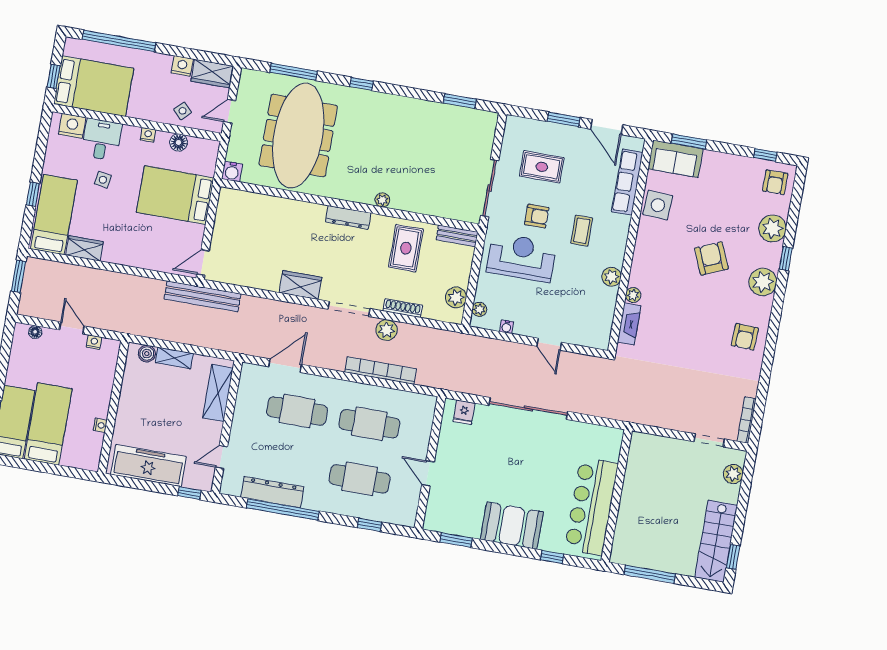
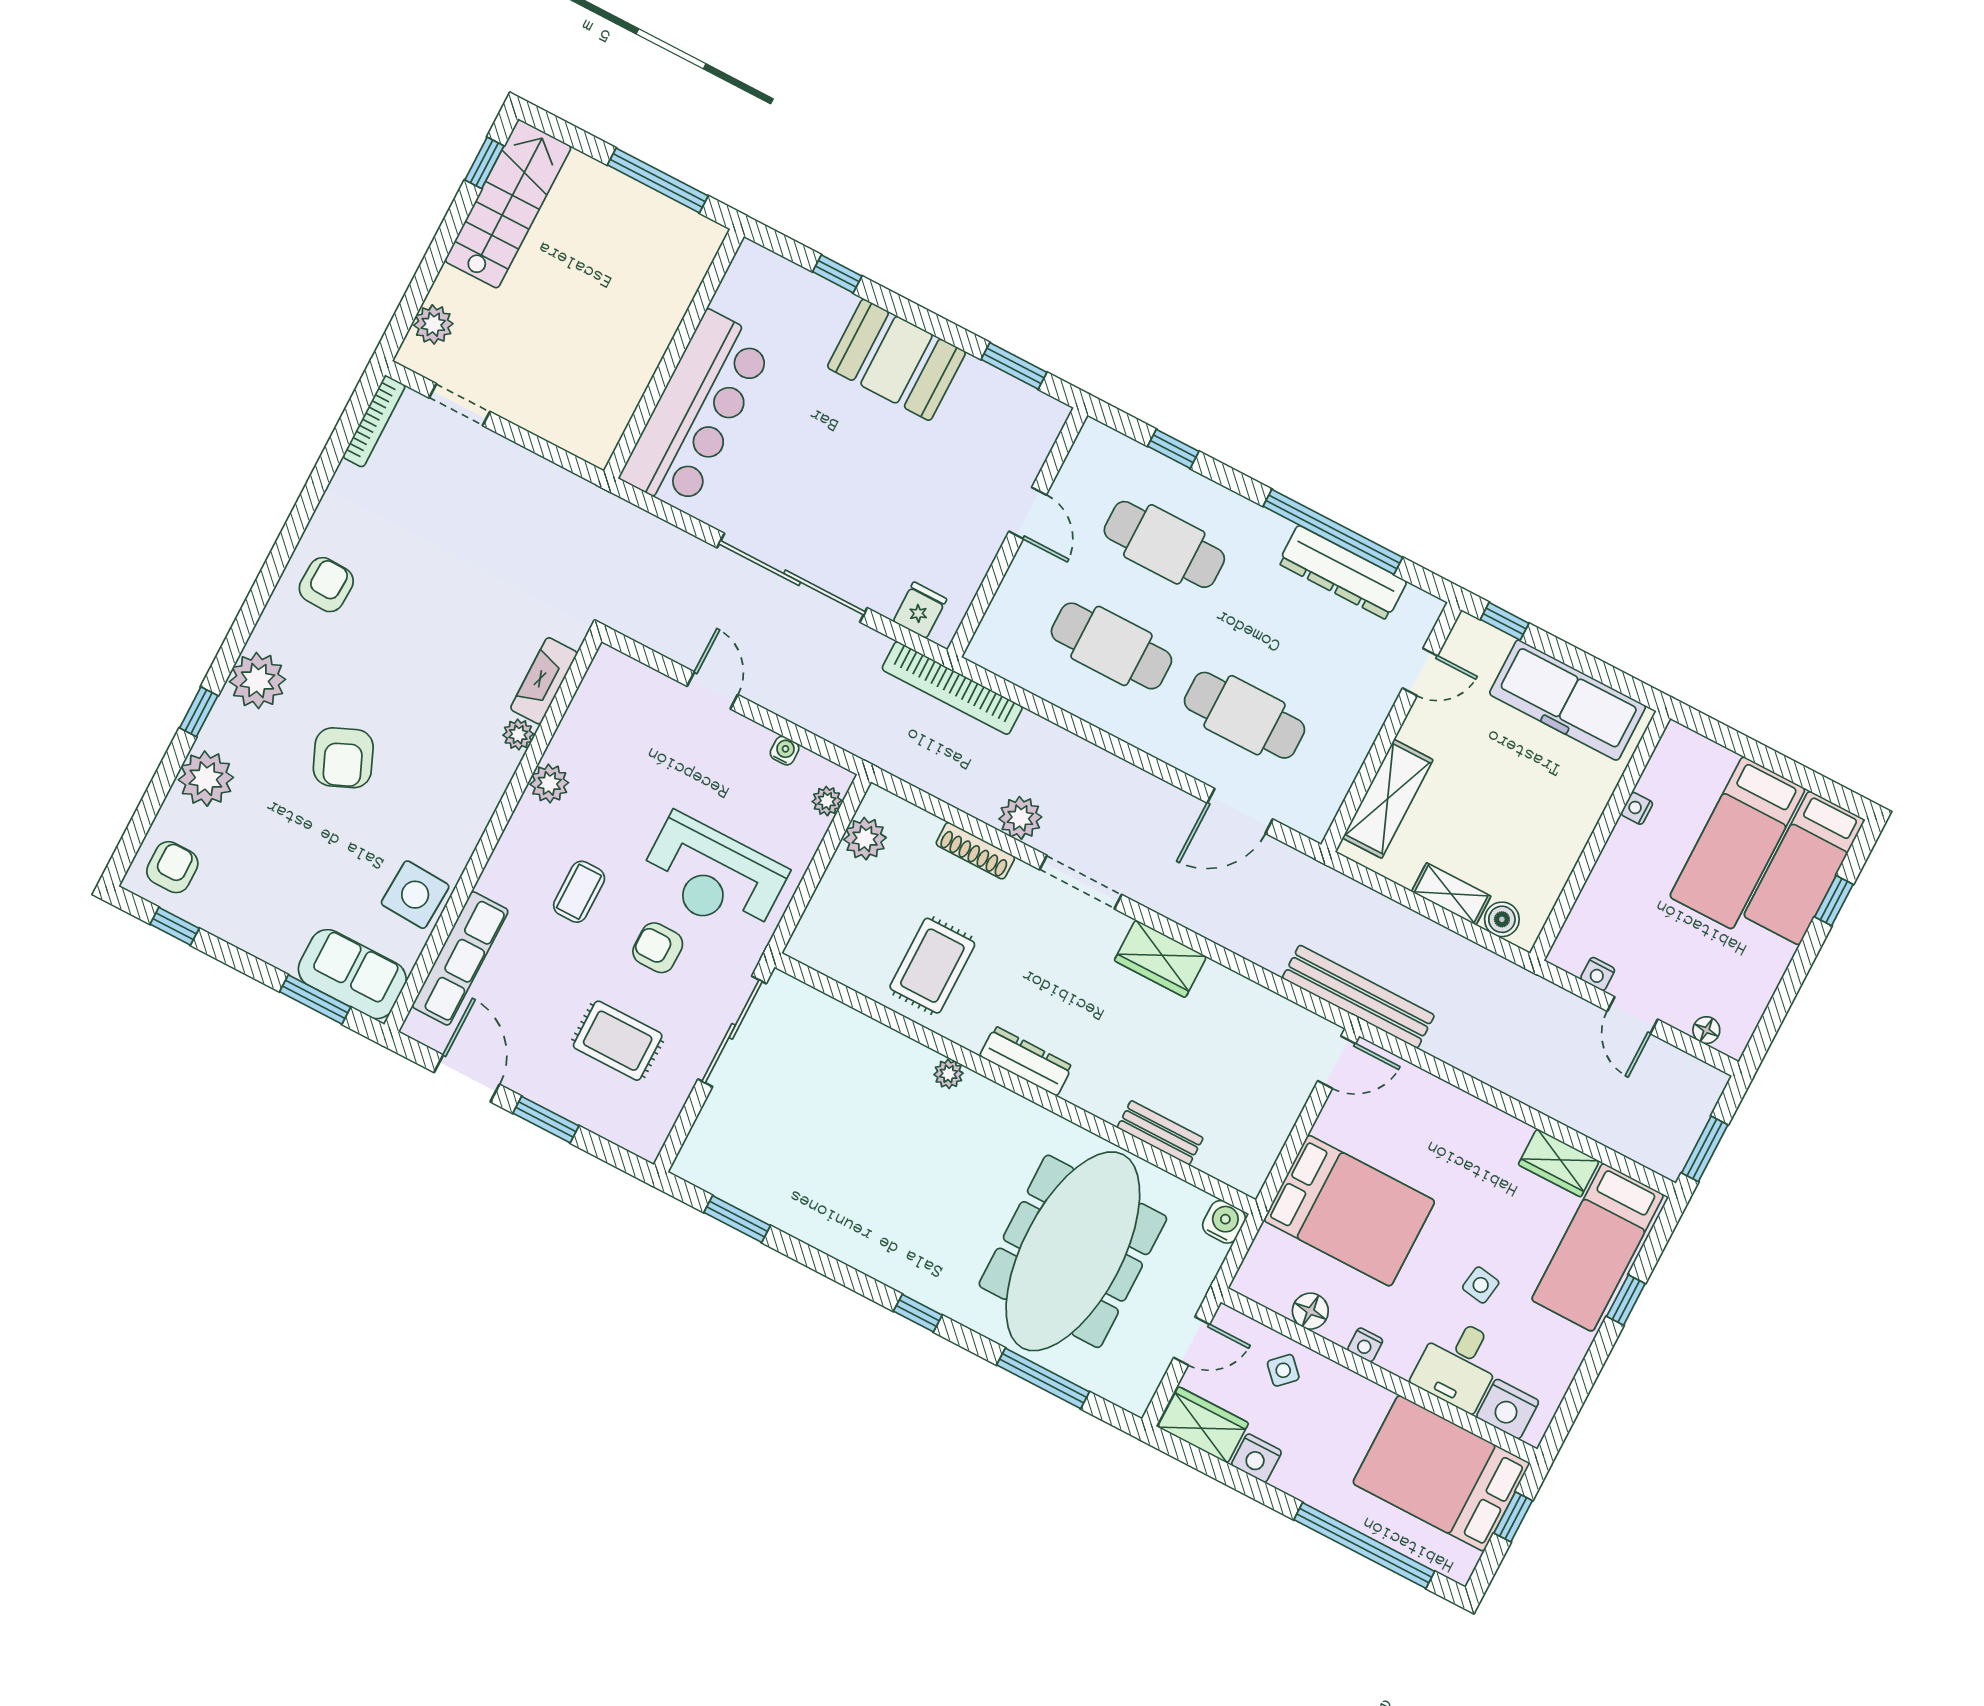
bench: (457, 236) -> (1160, 1133), moved
bookcase: (380, 371) -> (952, 688), moved
bar counter: (591, 506) -> (697, 411), moved

